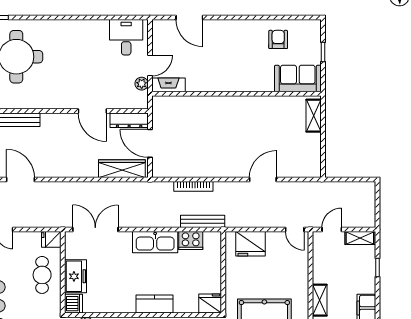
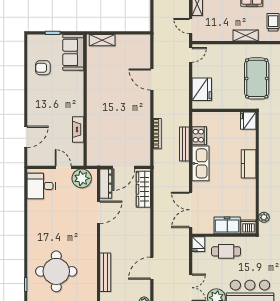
plant: (142, 84) -> (82, 178), width x1.88, depth x1.88
fireplace: (168, 85) -> (78, 129), moved
bench: (203, 221) -> (184, 144), moved

